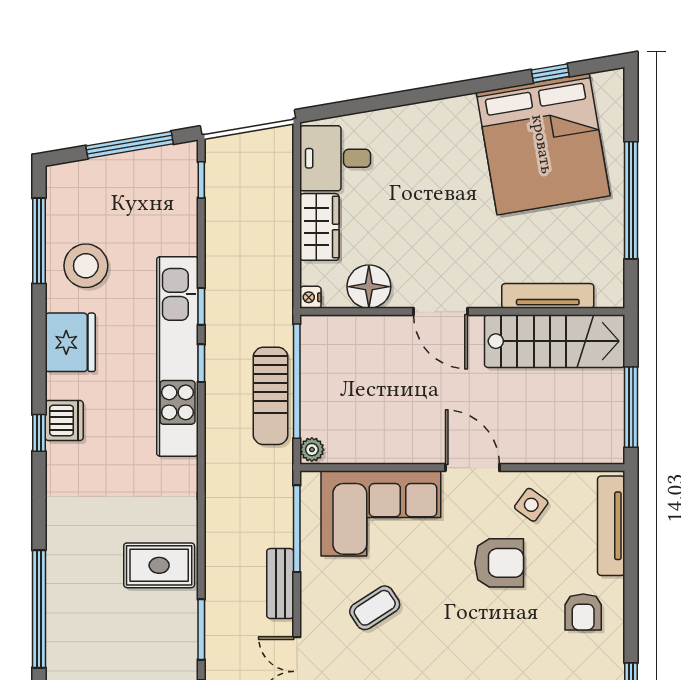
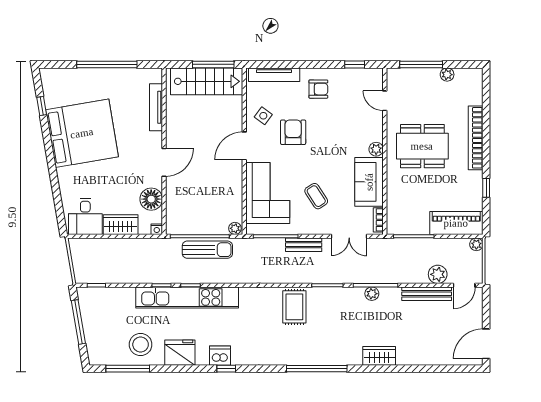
bed: (543, 144) -> (82, 133), moved
stairs: (555, 341) -> (207, 81), moved, turned 90

